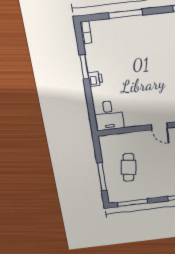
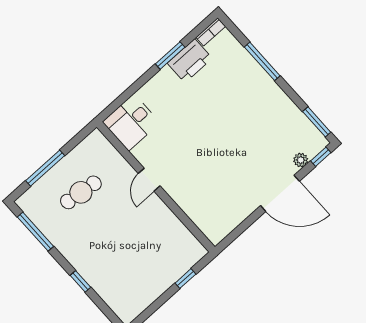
printer: (95, 79) -> (190, 61), moved, width x1.87, depth x1.48
door: (159, 126) -> (149, 180), moved

